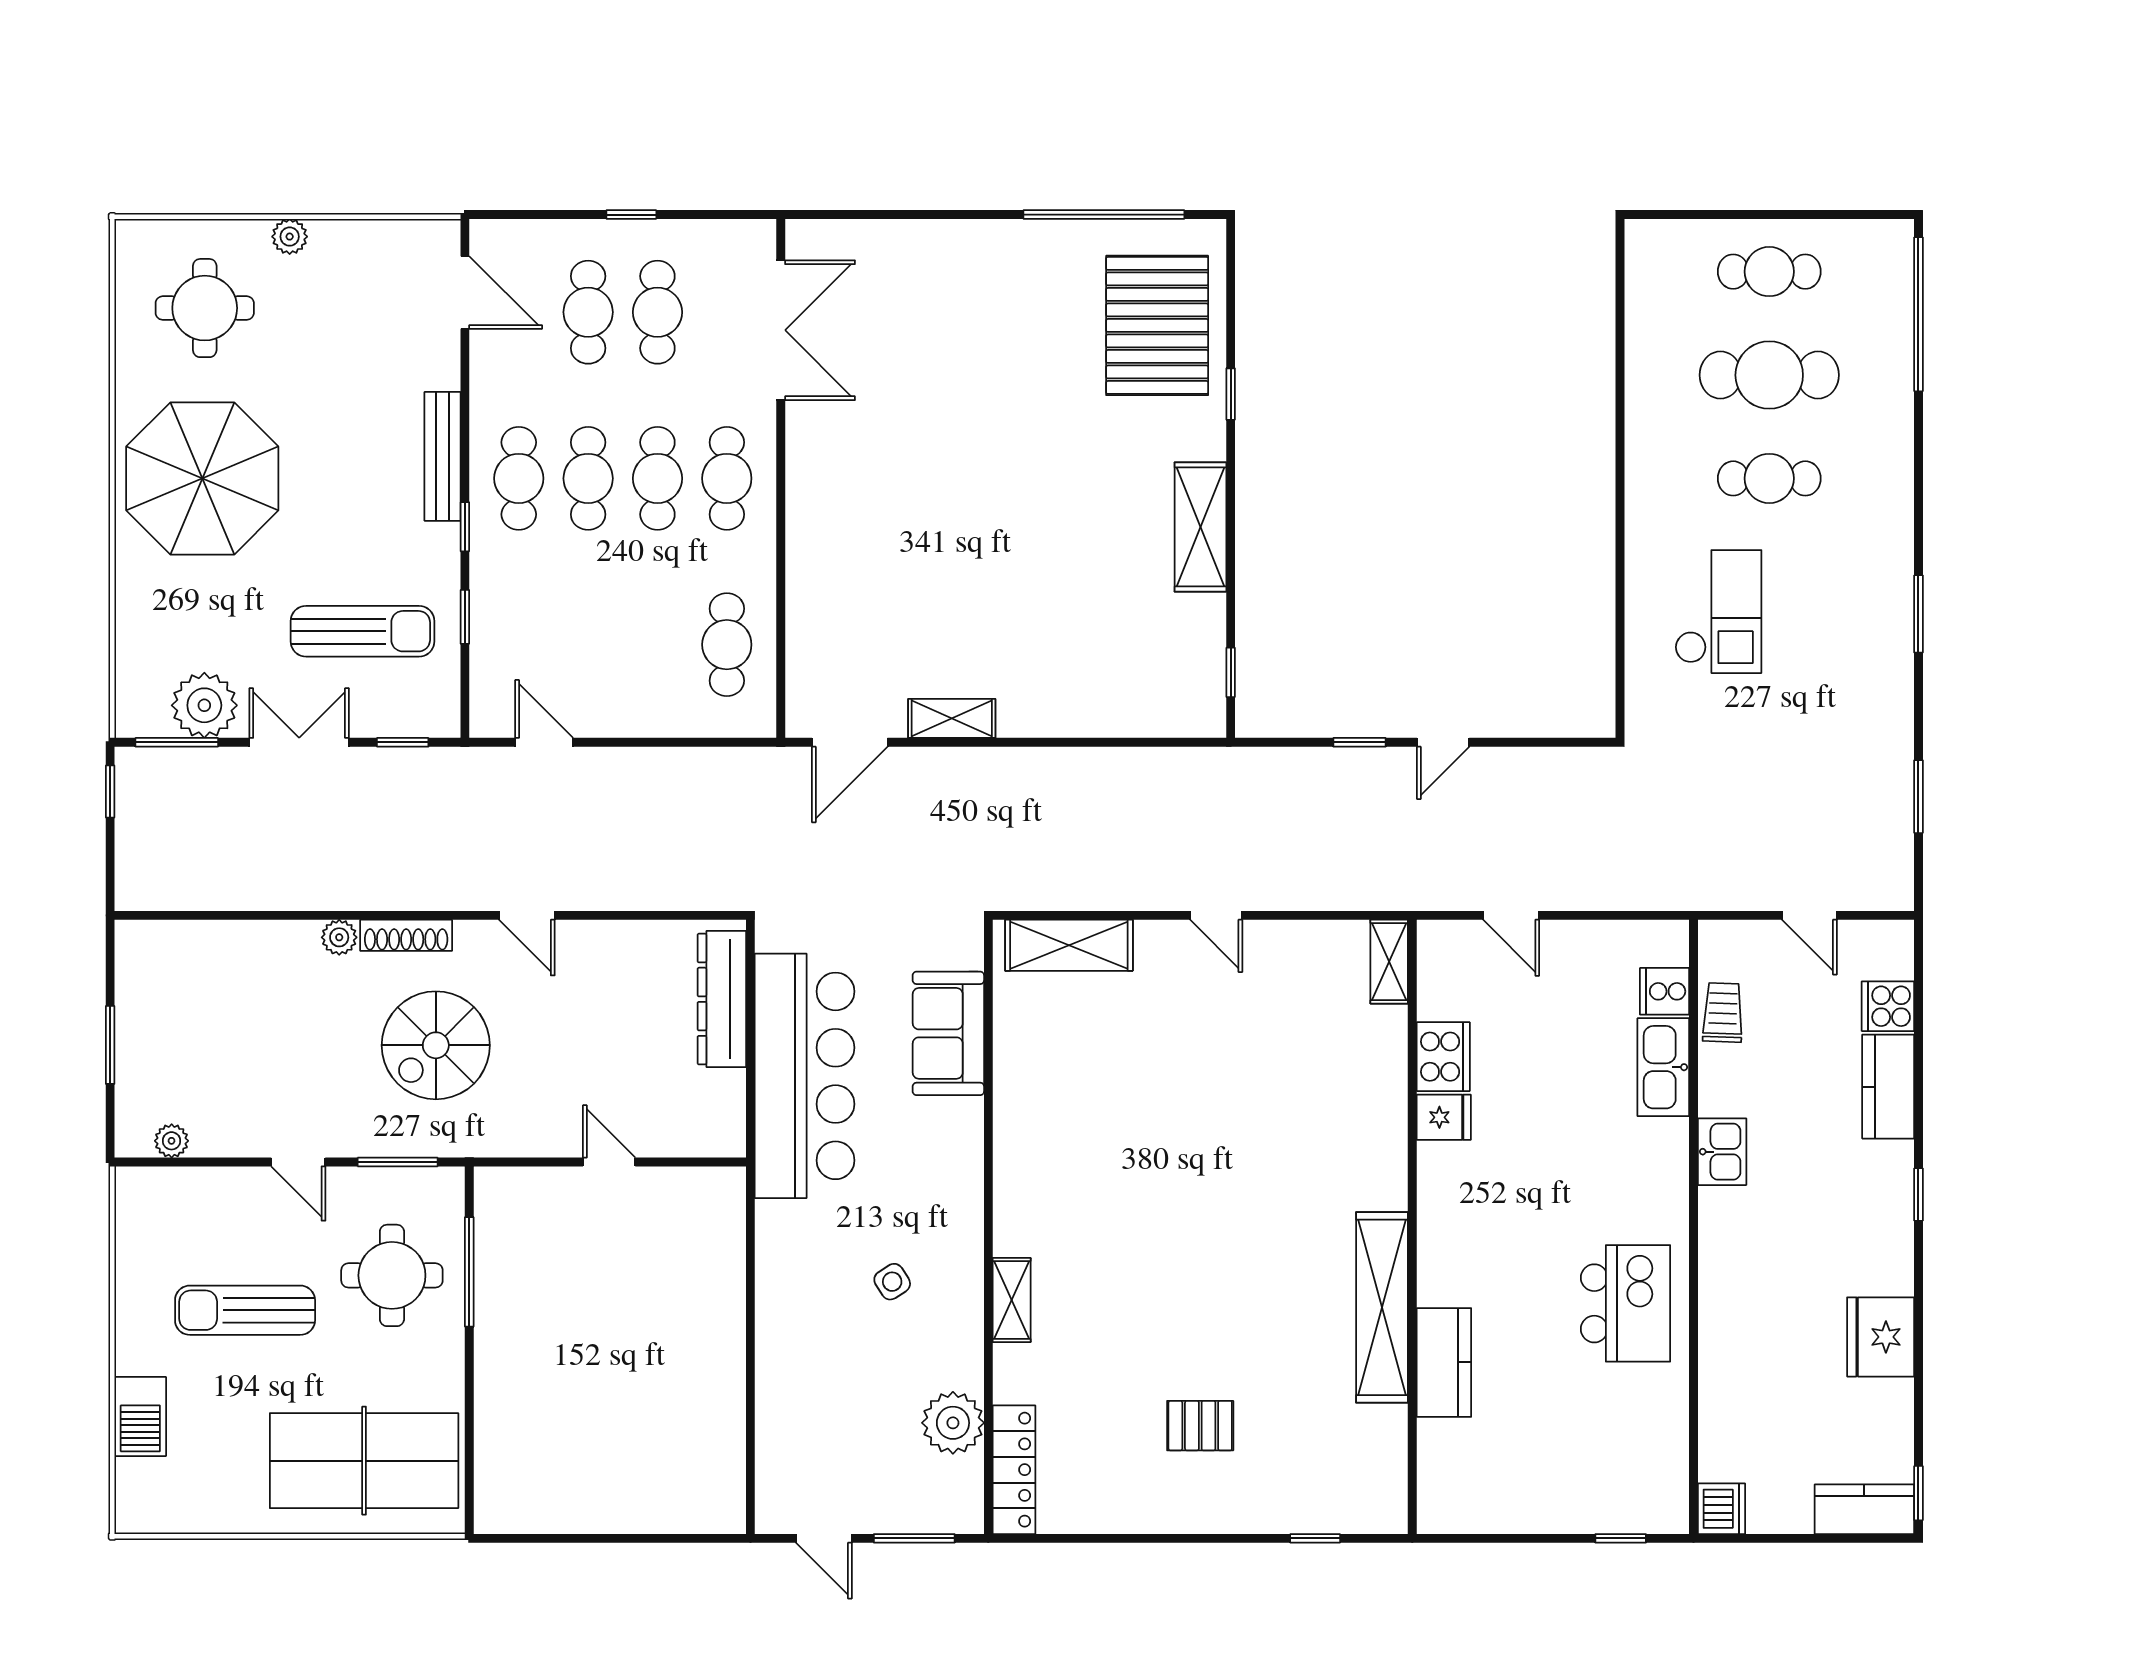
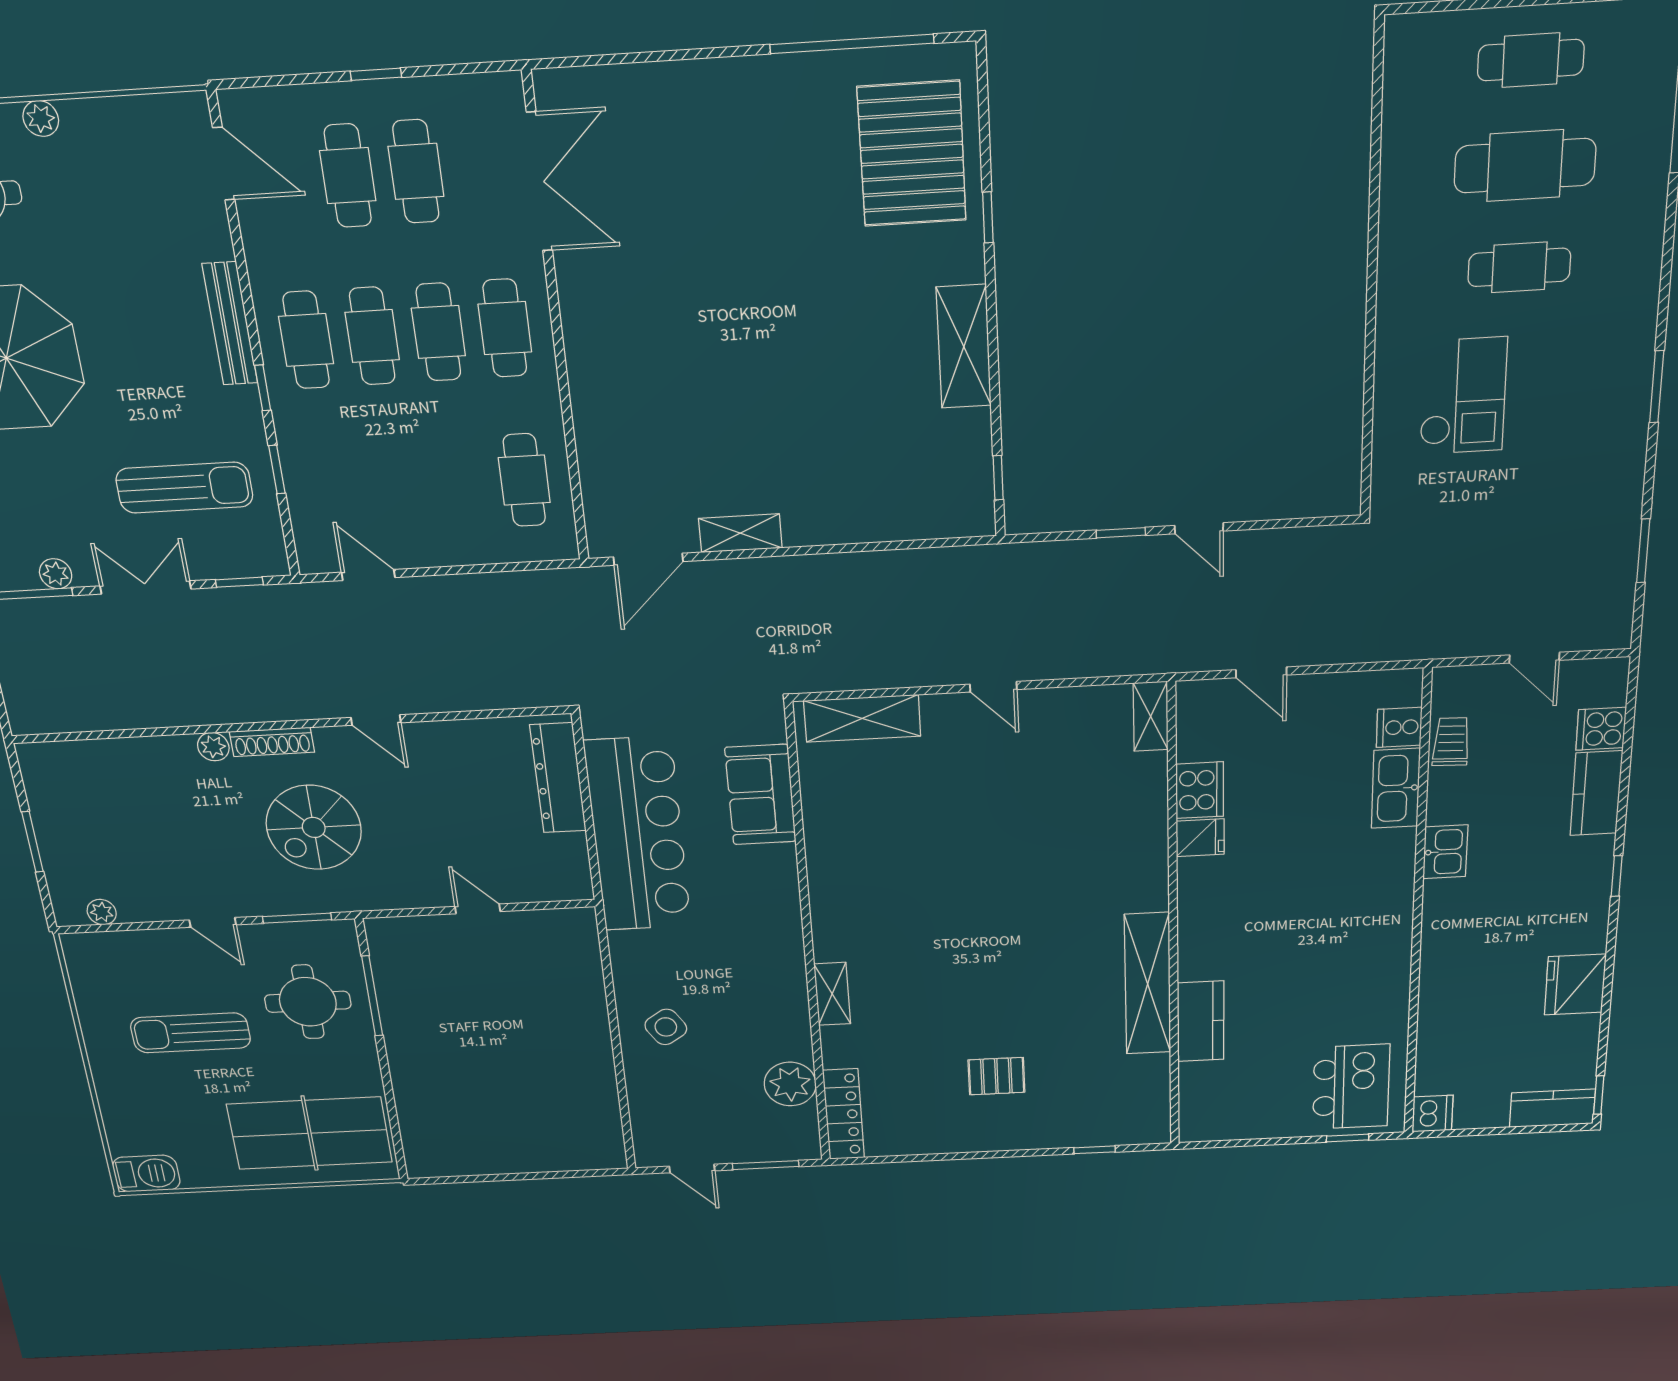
plant: (204, 705) -> (56, 574), width x0.53, depth x0.53
door: (1443, 742) -> (1199, 528), hinge flipped
side table: (892, 1282) -> (666, 1027), moved, width x1.37, depth x1.37
kitchen island: (1626, 1303) -> (1351, 1087), moved
barbecue: (140, 1417) -> (146, 1174), moved, turned -90

